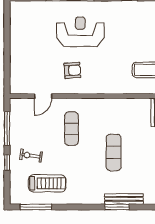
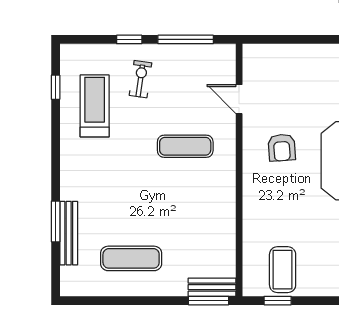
exercise mat: (114, 152) -> (131, 258), moved
treadmill: (47, 183) -> (95, 106), turned 180
window: (36, 207) -> (56, 87), width x0.46

